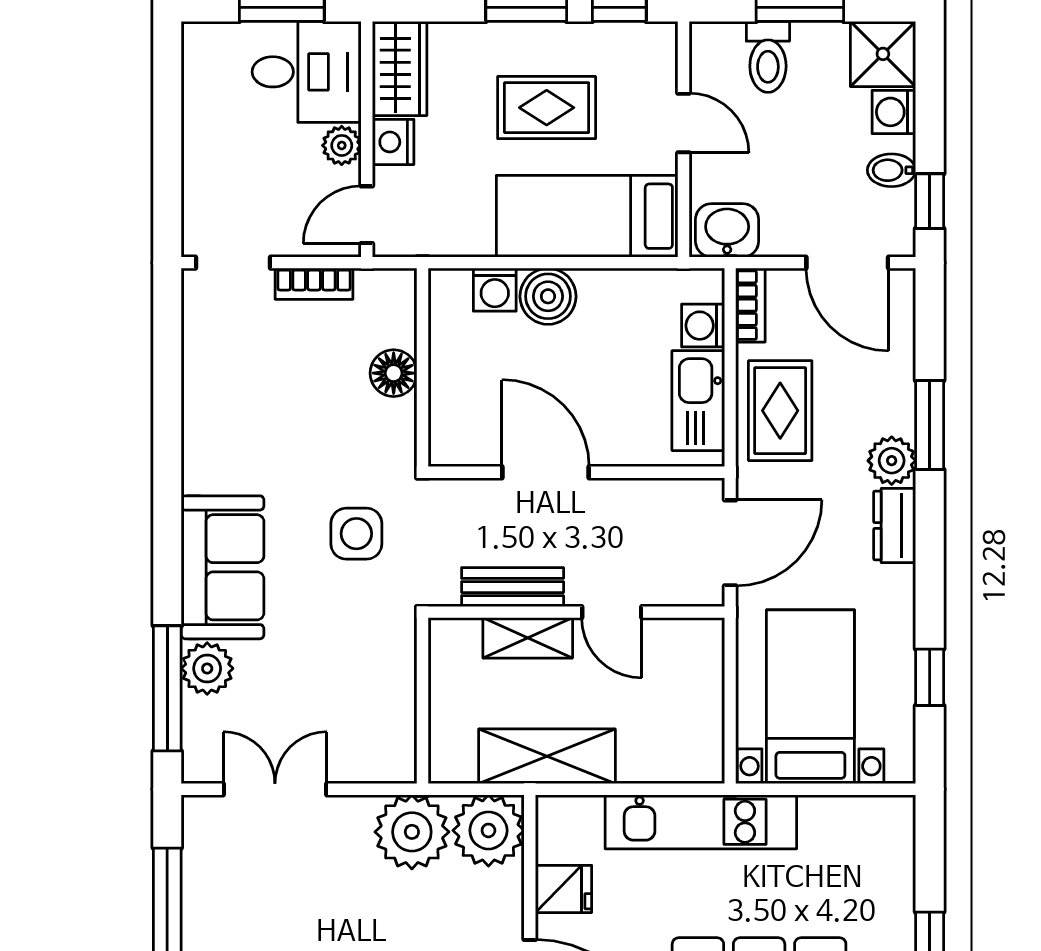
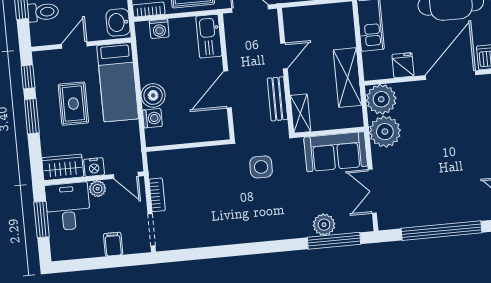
filing cabinet: (208, 170) -> (113, 244), added
floor lamp: (394, 373) -> (192, 158), removed
kitchen sink: (698, 401) -> (209, 36), moved, turned 90
sofa: (223, 567) -> (336, 152), moved, turned 180
shelving: (528, 638) -> (300, 113), moved

